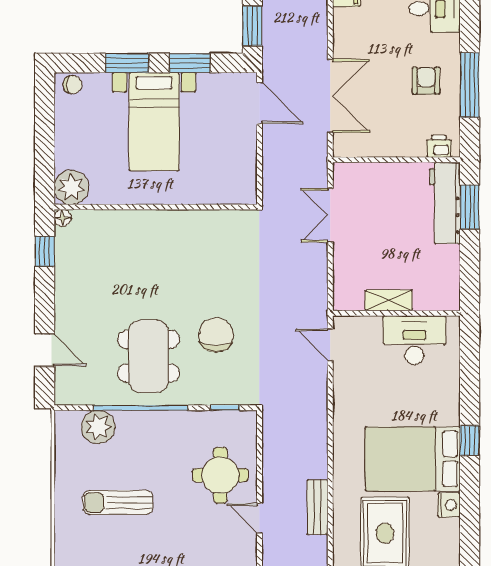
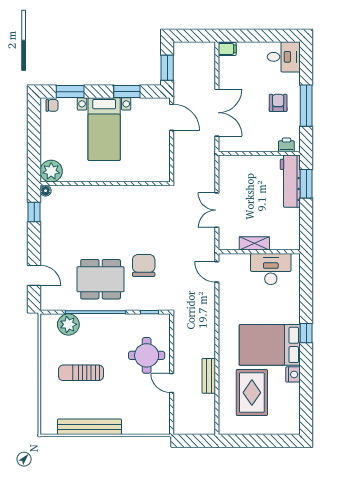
window: (127, 63) -> (70, 92), moved
double door: (330, 215) -> (217, 210), moved
dining table: (148, 356) -> (101, 279), turned 90

